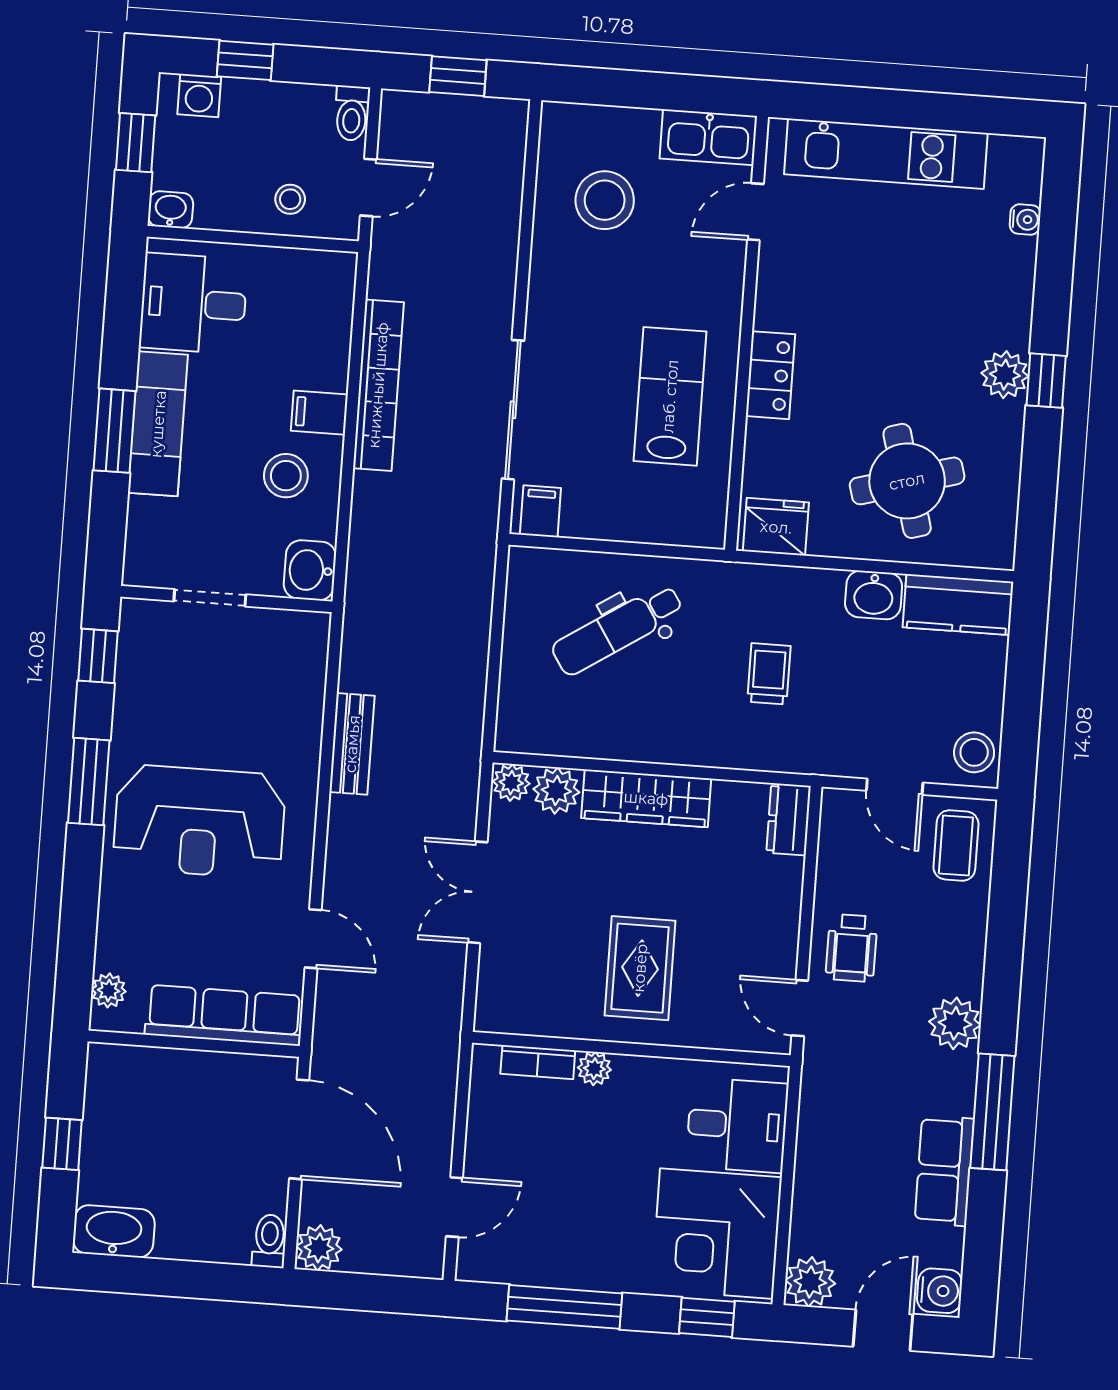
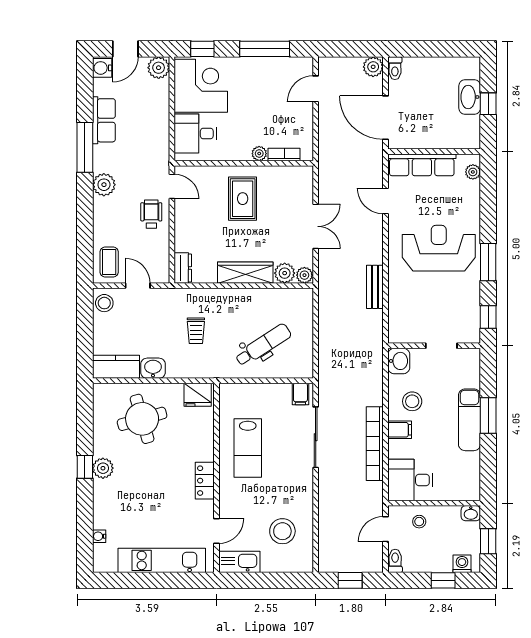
desk: (193, 304) -> (410, 480), moved, turned 180
locker: (770, 375) -> (205, 481), moved
washbasin: (114, 1231) -> (470, 97), moved, turned 90

